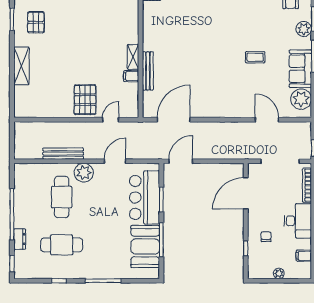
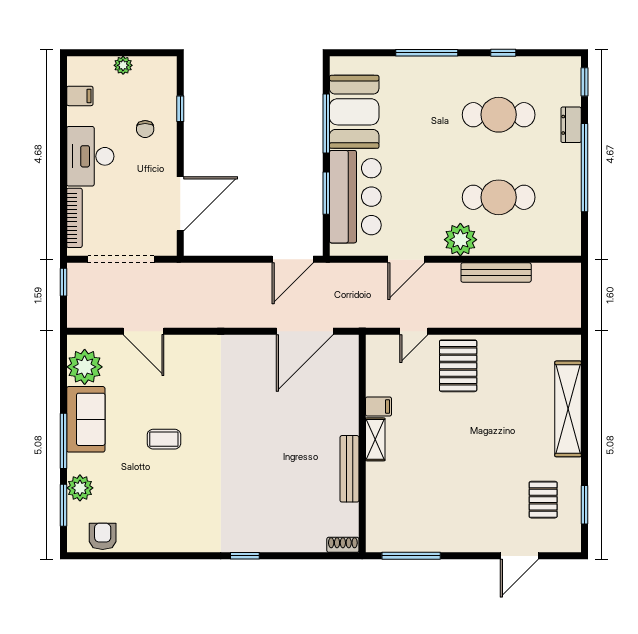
shelving: (21, 66) -> (568, 409), width x1.47
bench: (148, 71) -> (349, 469), moved
cafe table: (62, 197) -> (499, 197), turned 90

